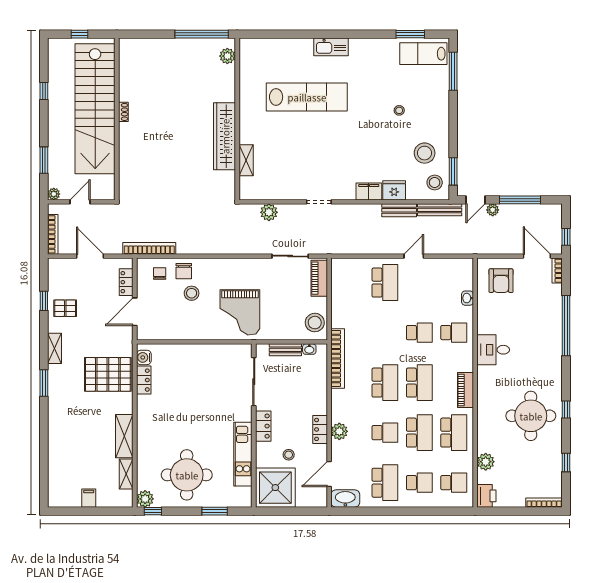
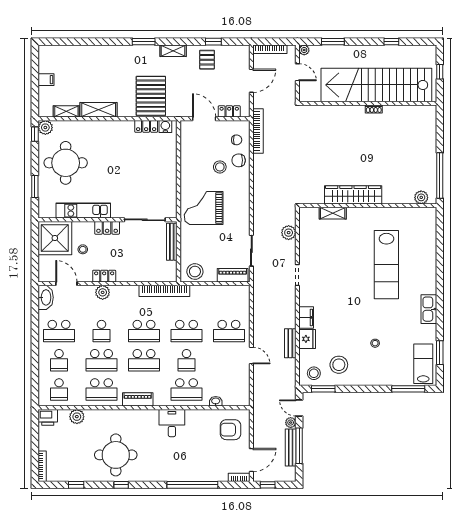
kitchen sink: (331, 47) -> (429, 309), moved
bench: (440, 210) -> (291, 447), moved
school desk: (385, 333) -> (186, 331), added
school desk: (454, 333) -> (186, 390), width x1.85
washbasin: (309, 349) -> (172, 267), removed
bench: (285, 350) -> (172, 242), width x1.36

